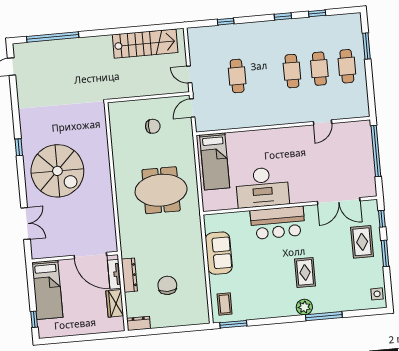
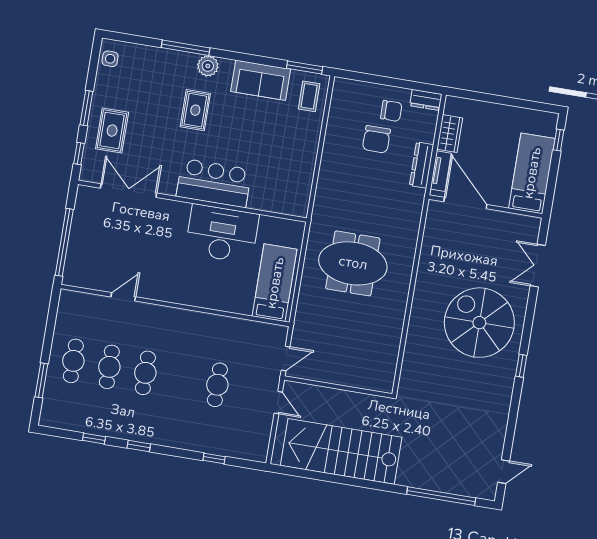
stairs: (145, 44) -> (341, 451), width x1.36, depth x1.51
chair: (153, 126) -> (391, 111), moved, turned 180
sofa: (219, 253) -> (261, 80), moved, turned -90

